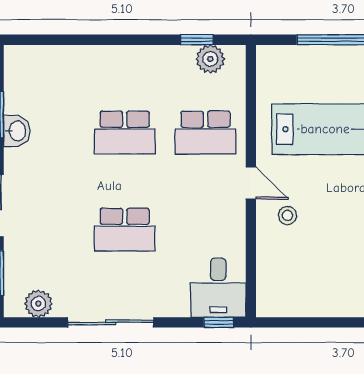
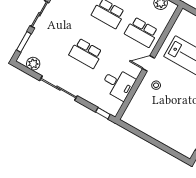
door: (251, 183) -> (148, 63), swing flipped
desk: (218, 288) -> (118, 84), moved, turned -90

